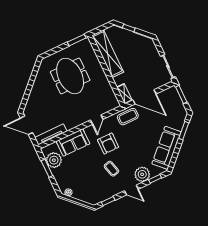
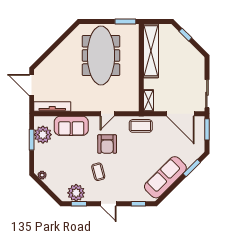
meeting table: (70, 76) -> (101, 55), width x1.36
door: (144, 97) -> (180, 114), moved
plant: (142, 174) -> (76, 193), moved

